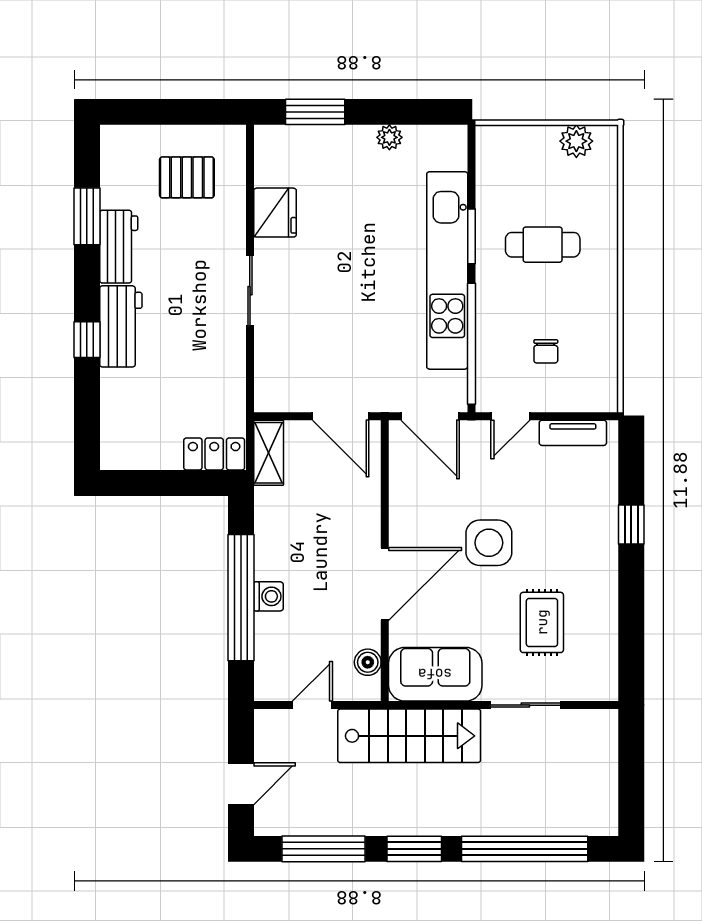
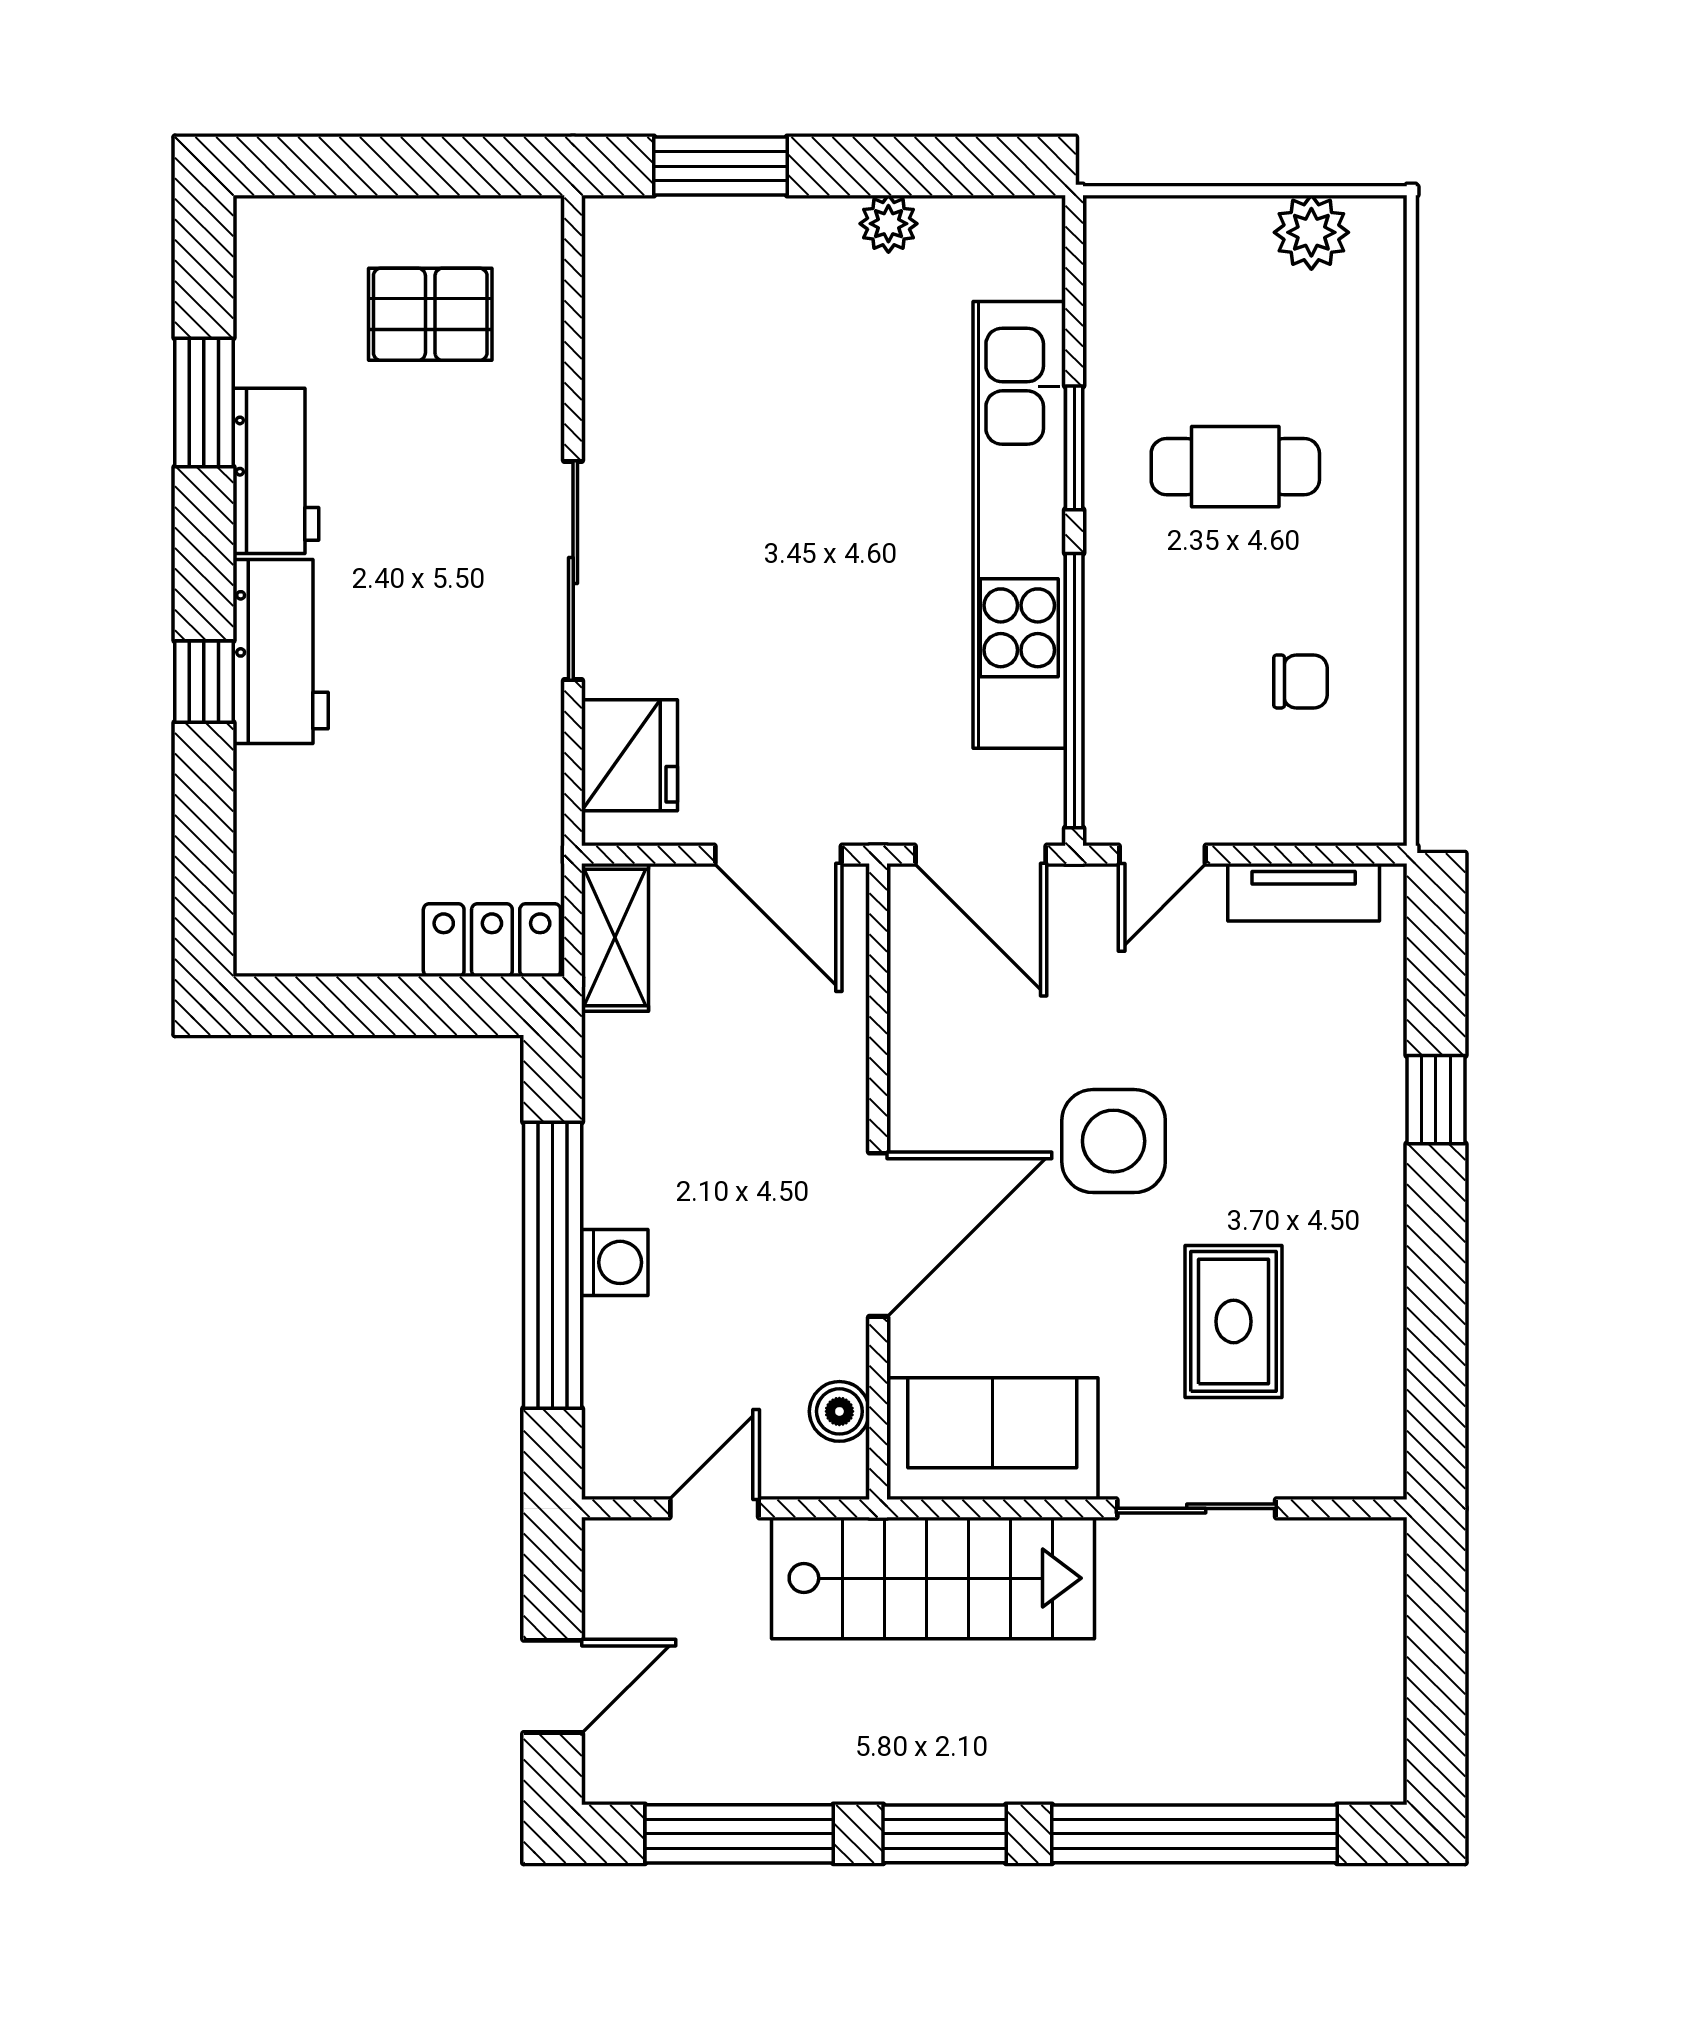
fridge: (275, 213) -> (630, 755), moved
sliding door: (250, 291) -> (573, 571), width x1.37
chair: (546, 351) -> (1300, 681), moved, turned -90

